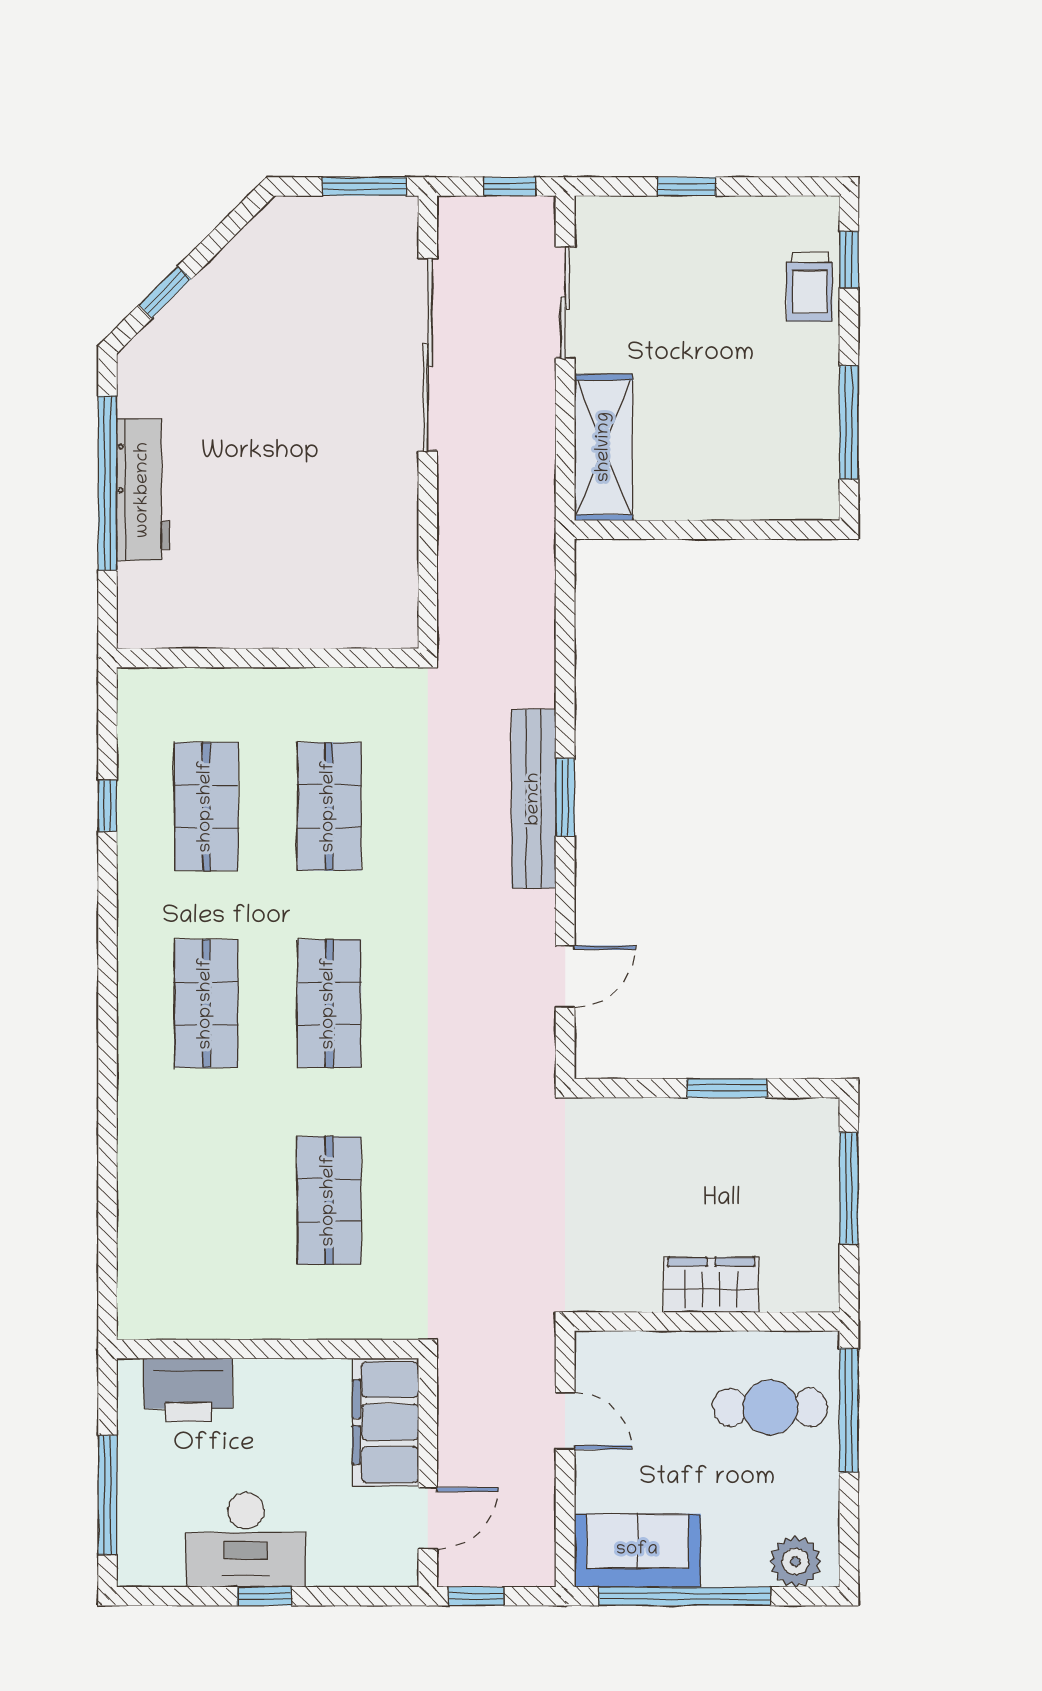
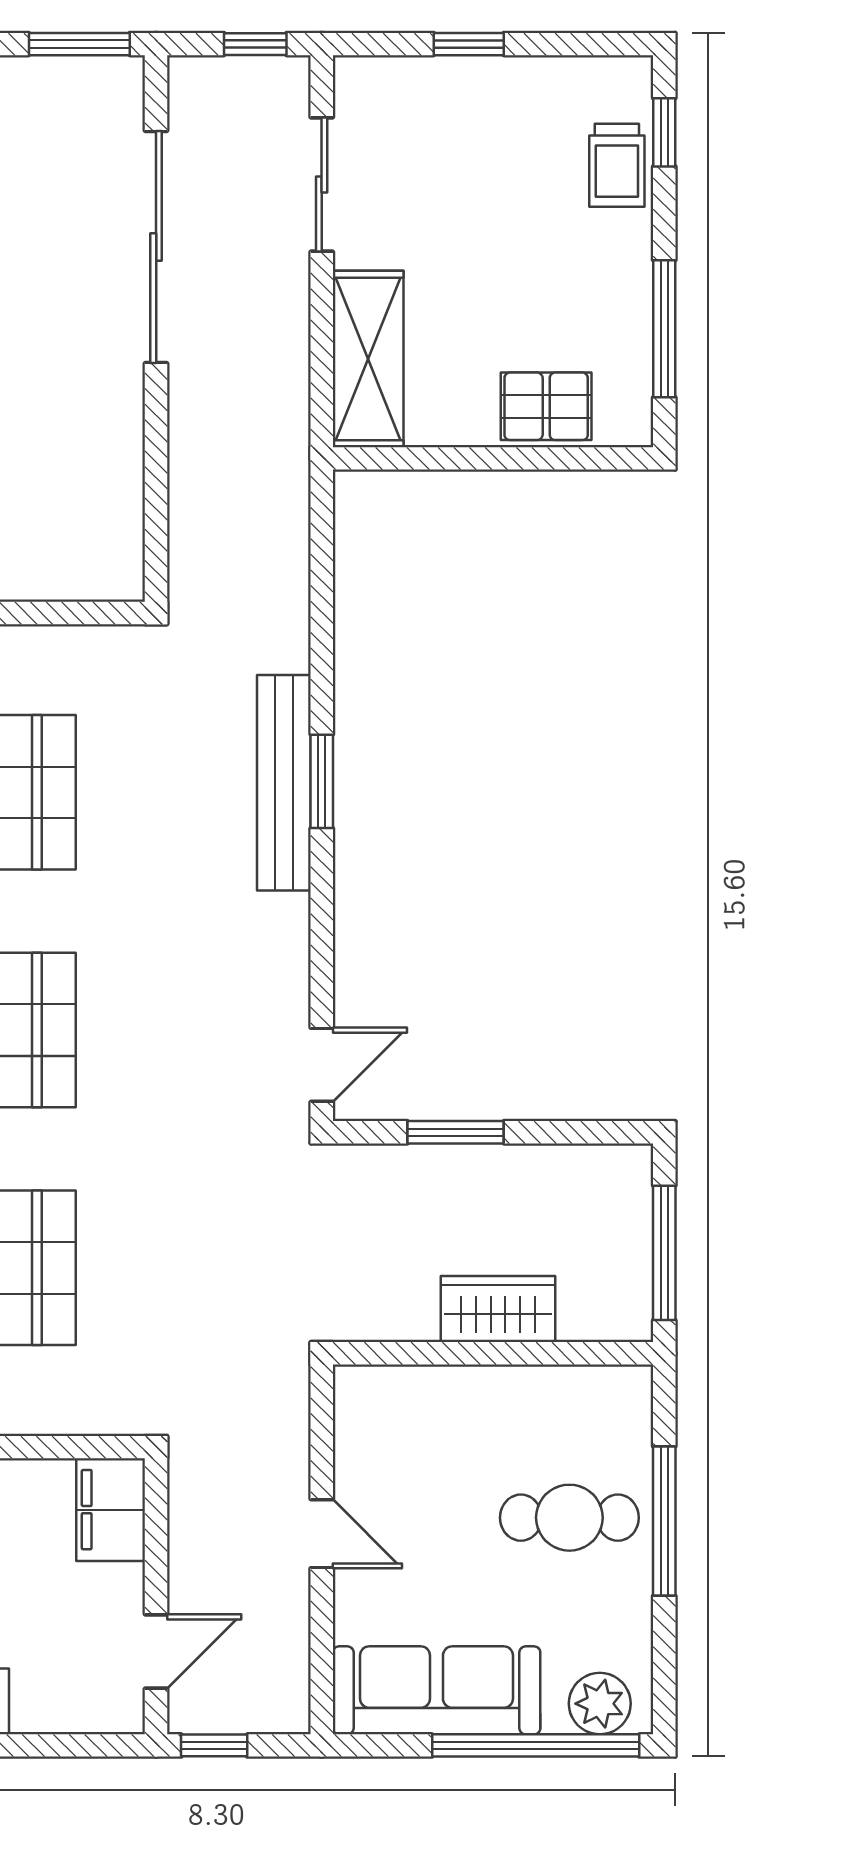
pallet: (751, 487) -> (546, 406), added
door: (565, 977) -> (322, 1065), moved
window: (727, 1088) -> (456, 1132), moved
wardrobe: (711, 1285) -> (498, 1309), moved
wall: (707, 1322) -> (493, 1353), moved
filing cabinet: (386, 1422) -> (111, 1510), width x0.67, depth x0.86
sofa: (637, 1550) -> (436, 1690), width x1.36
window: (685, 1596) -> (536, 1745), moved

